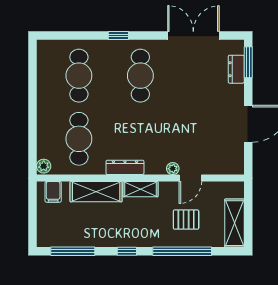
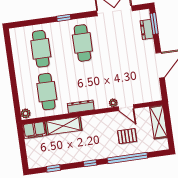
door: (190, 178) -> (126, 108), hinge flipped
shelving: (140, 189) -> (93, 120), removed
filing cabinet: (53, 192) -> (34, 130), width x2.00
shelving: (234, 223) -> (159, 122), moved
window: (73, 251) -> (53, 168), width x0.46

